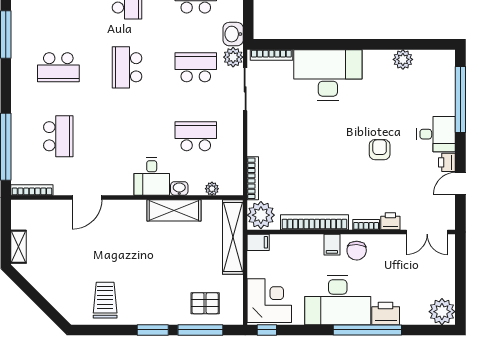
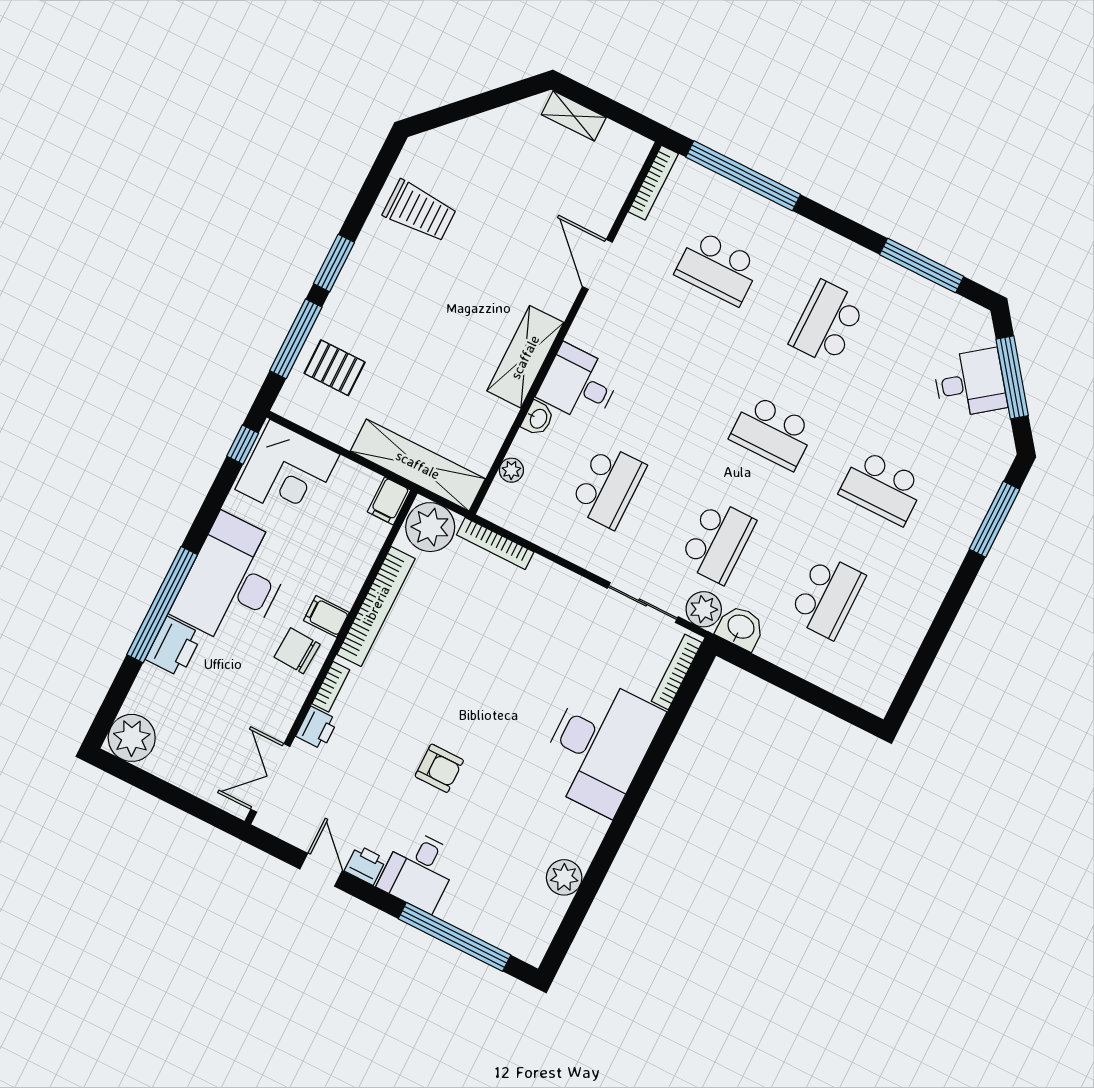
school desk: (127, 67) -> (772, 432), turned 180
shelving: (174, 210) -> (525, 357), moved
pallet: (205, 303) -> (335, 368), turned 90

